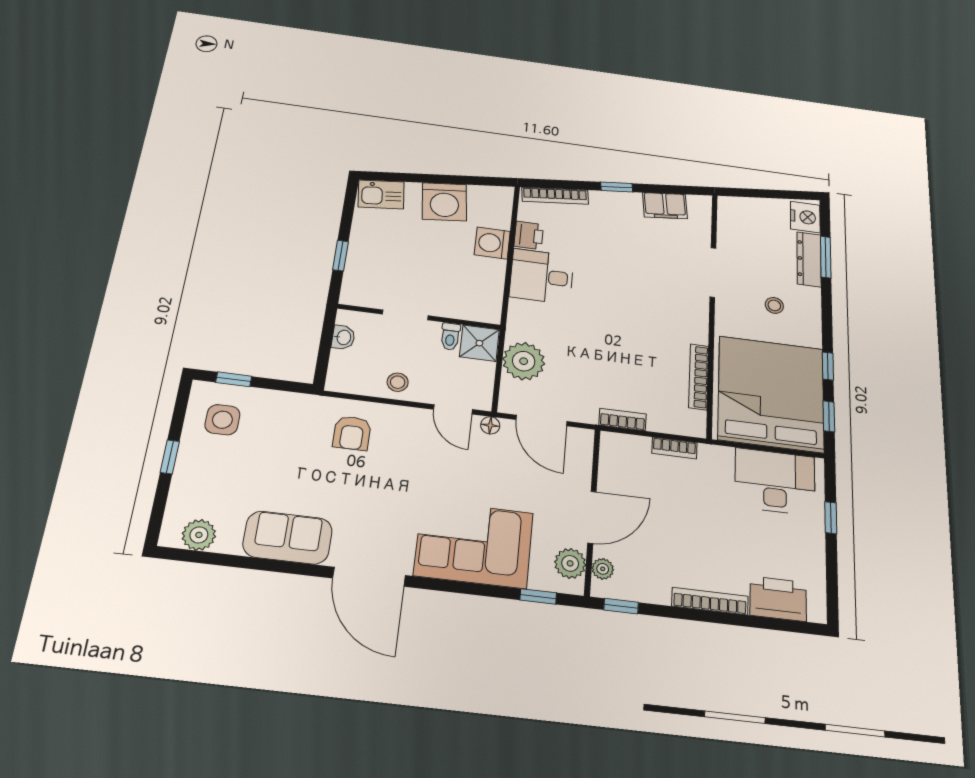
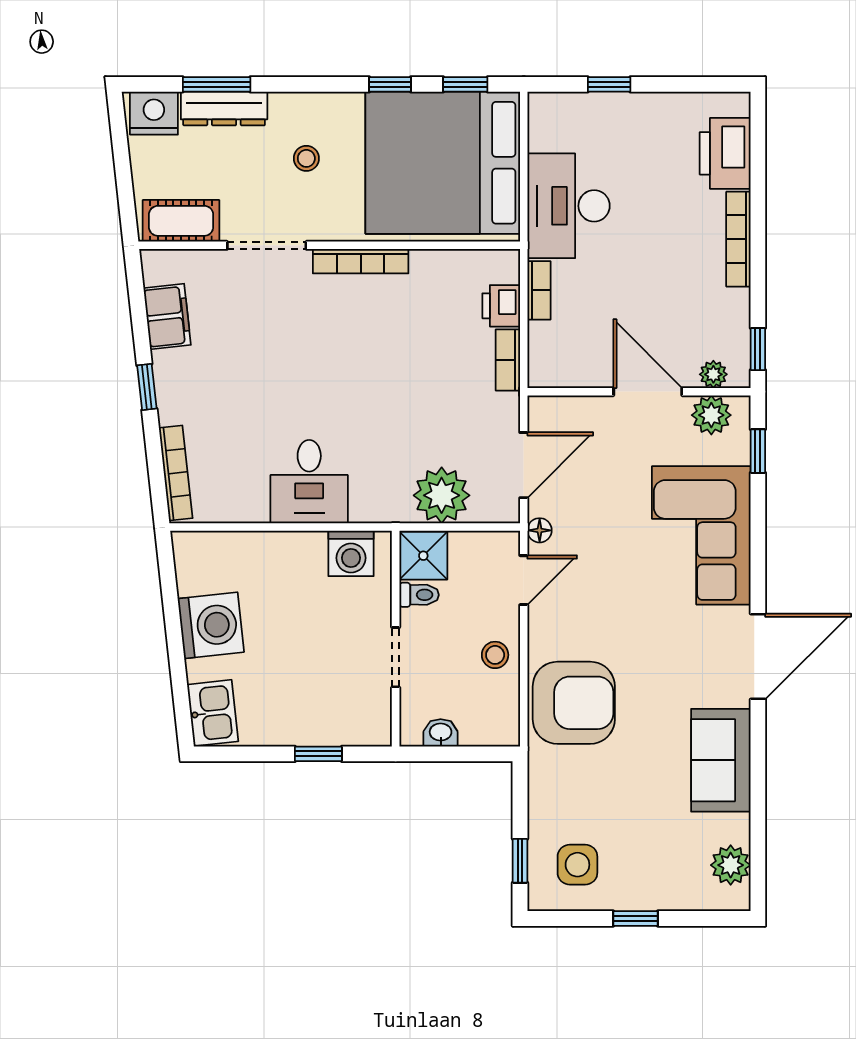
cot: (731, 223) -> (181, 221), added
printer: (529, 235) -> (501, 306), moved, turned -90
washing machine: (492, 243) -> (351, 553), moved
bookcase: (699, 377) -> (361, 261), moved
armchair: (352, 433) -> (574, 703), width x1.88, depth x1.88
desk: (775, 482) -> (569, 206), moved

